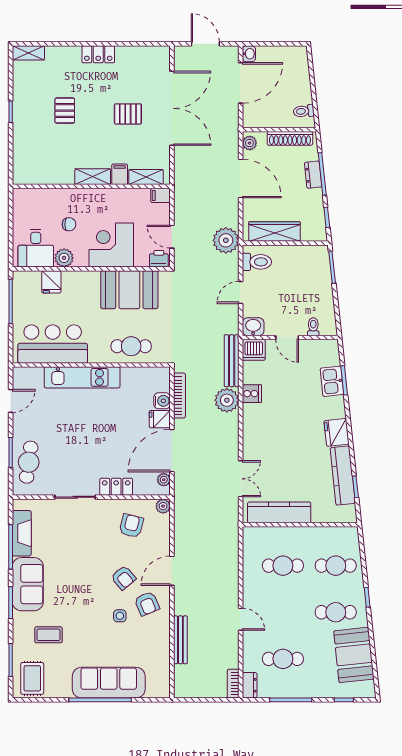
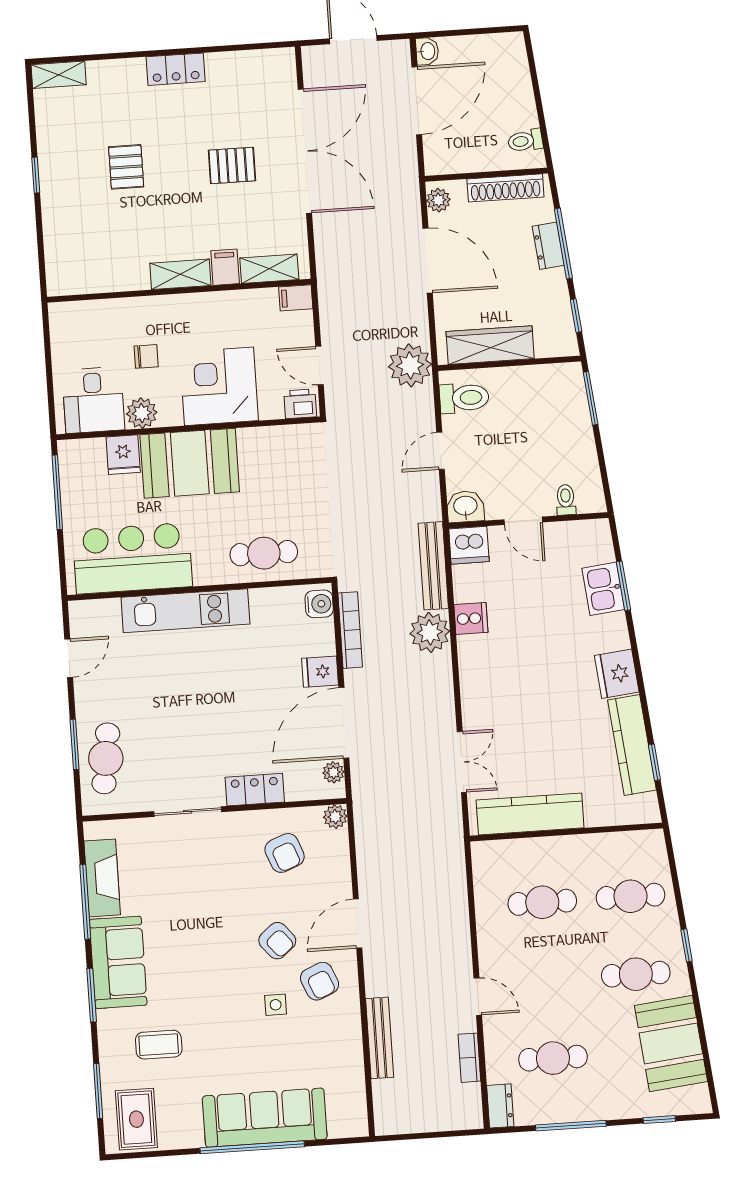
booth: (129, 290) -> (190, 463), moved
water cooler: (162, 401) -> (319, 604), moved
armchair: (131, 526) -> (285, 853), turned 145
bookcase: (233, 684) -> (469, 1058), moved

